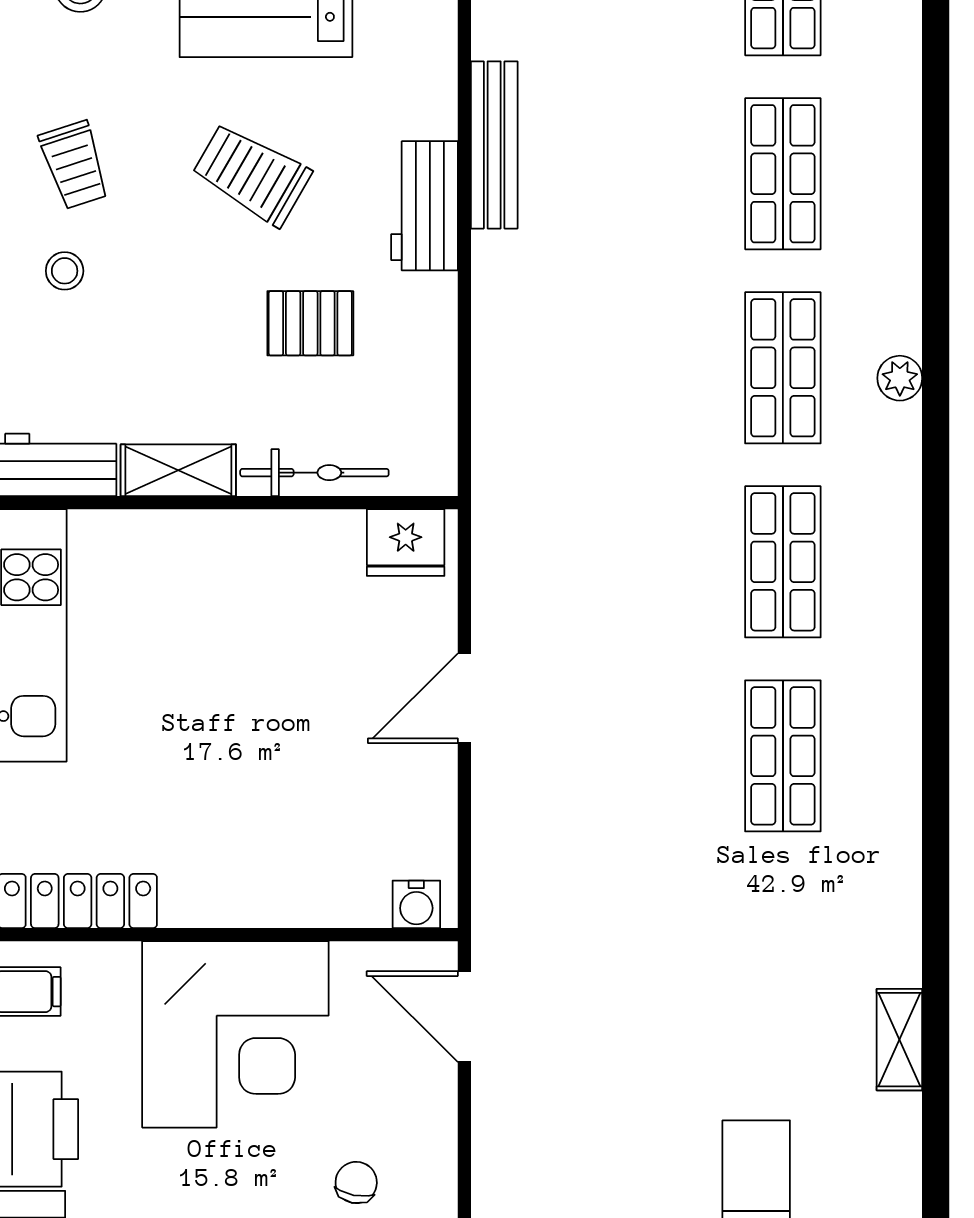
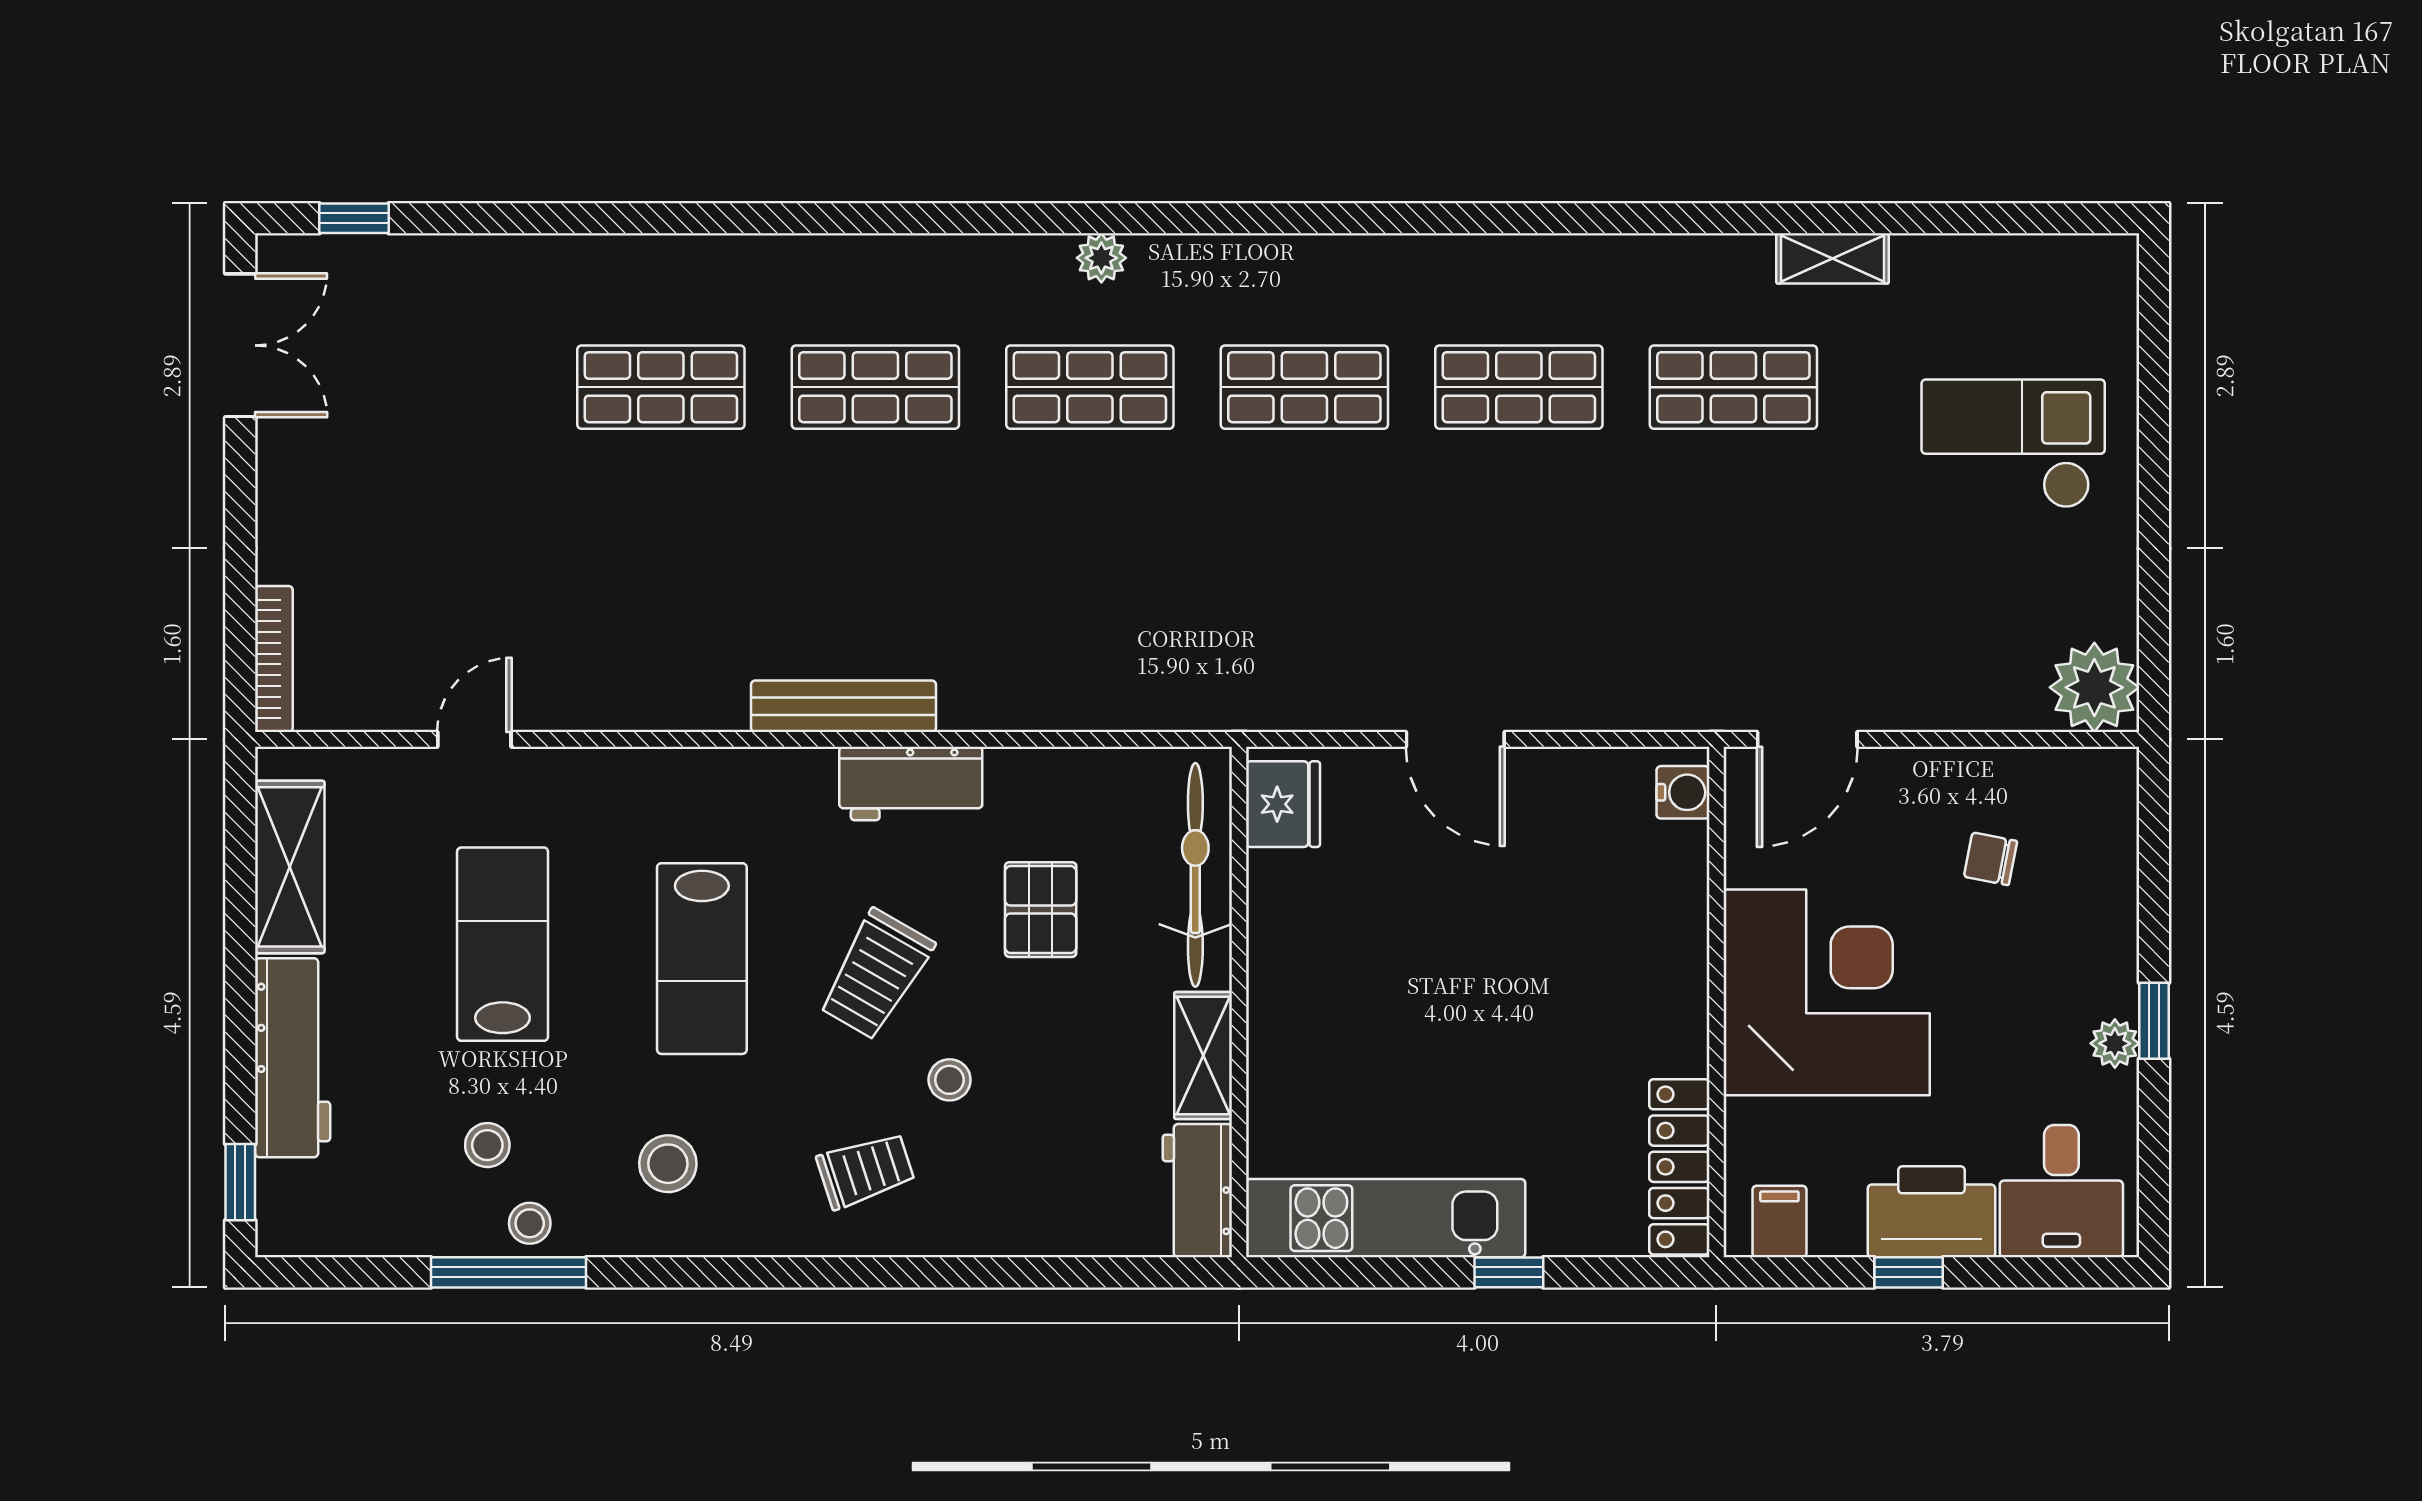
stool: (65, 271) -> (950, 1080), moved
bicycle: (314, 473) -> (1195, 875), width x1.37, depth x1.40
shop shelf: (783, 950) -> (1733, 387), added

